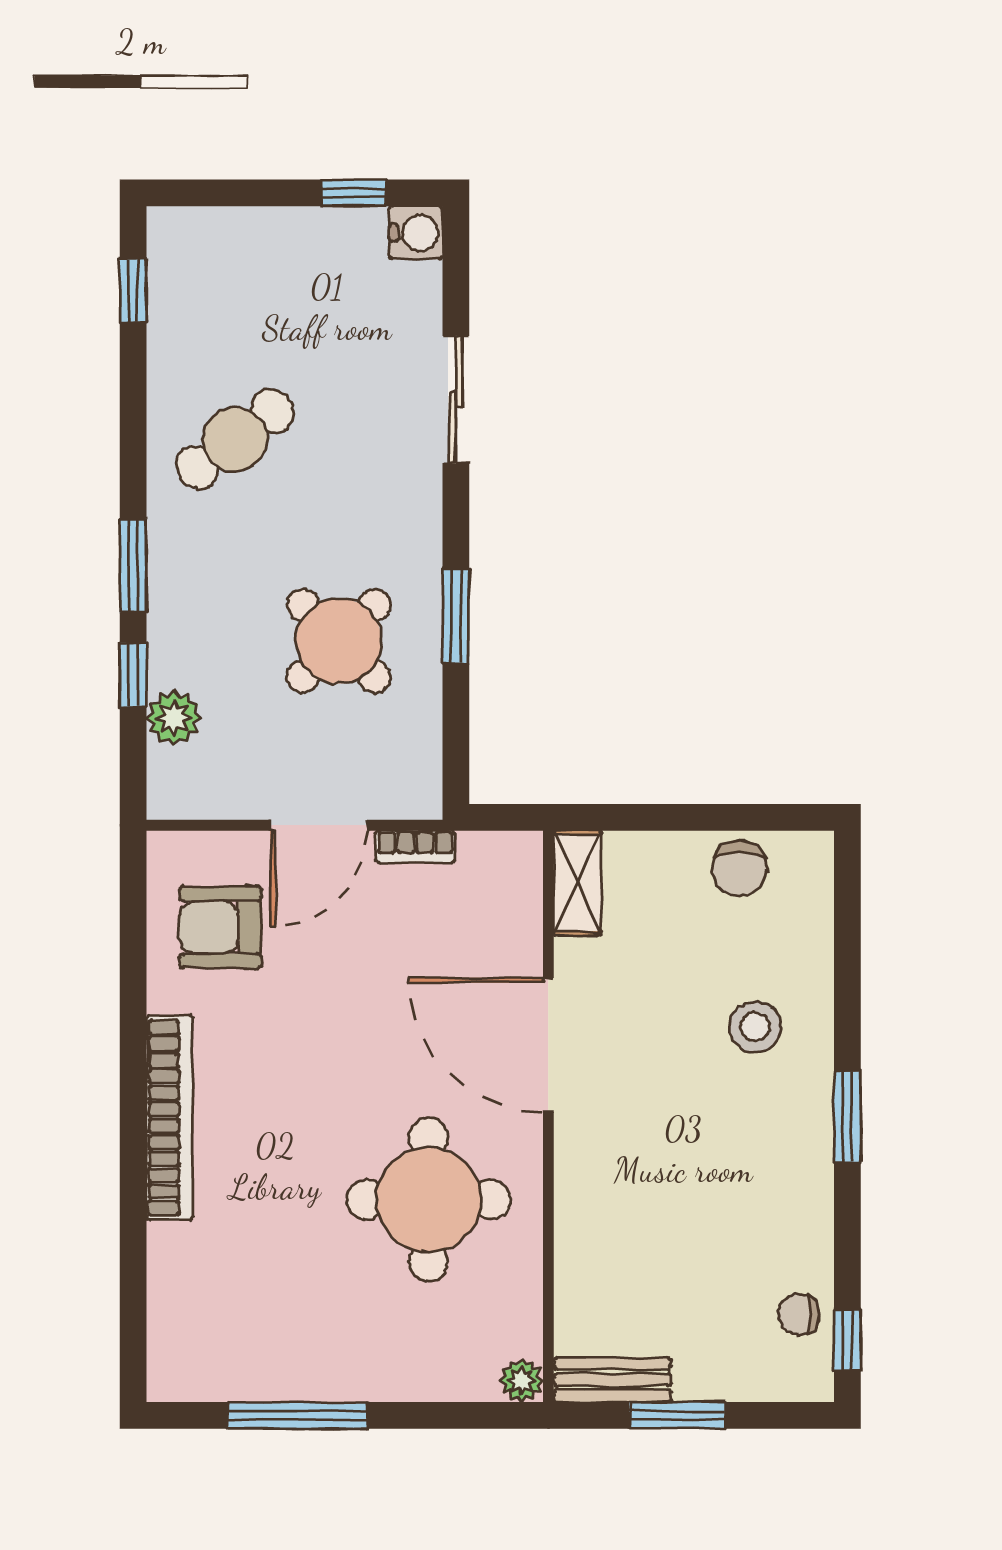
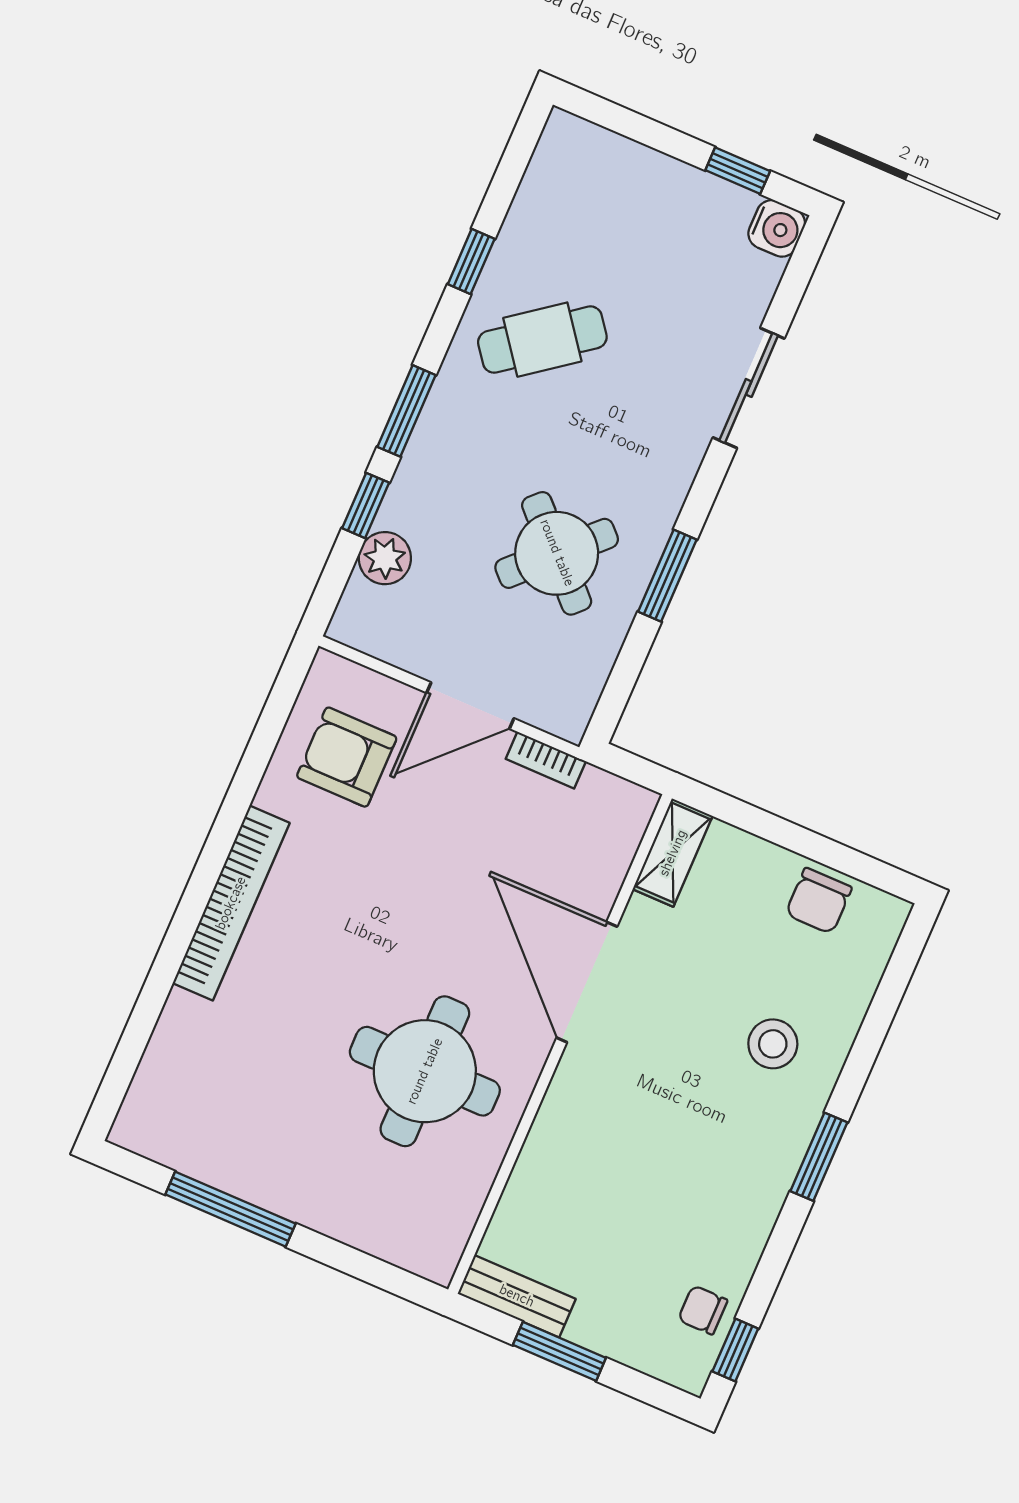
window: (133, 290) -> (471, 261), moved
plant: (522, 1381) -> (438, 1263), removed

